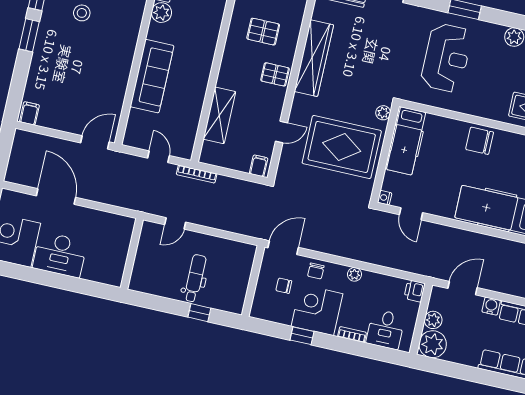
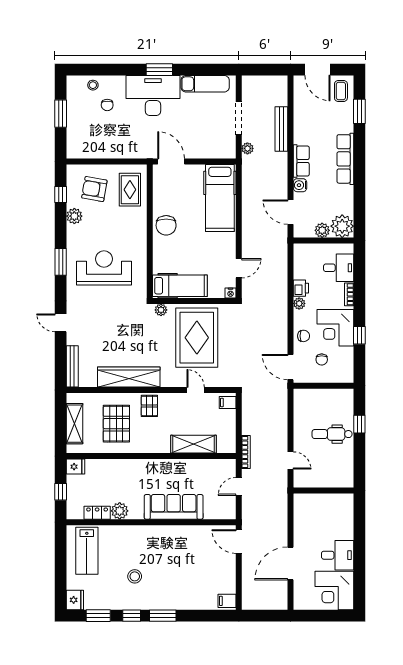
pallet: (263, 32) -> (116, 424), width x1.50, depth x1.42
desk: (60, 255) -> (338, 555), width x0.73
printer: (415, 291) -> (301, 288), moved, turned -90

